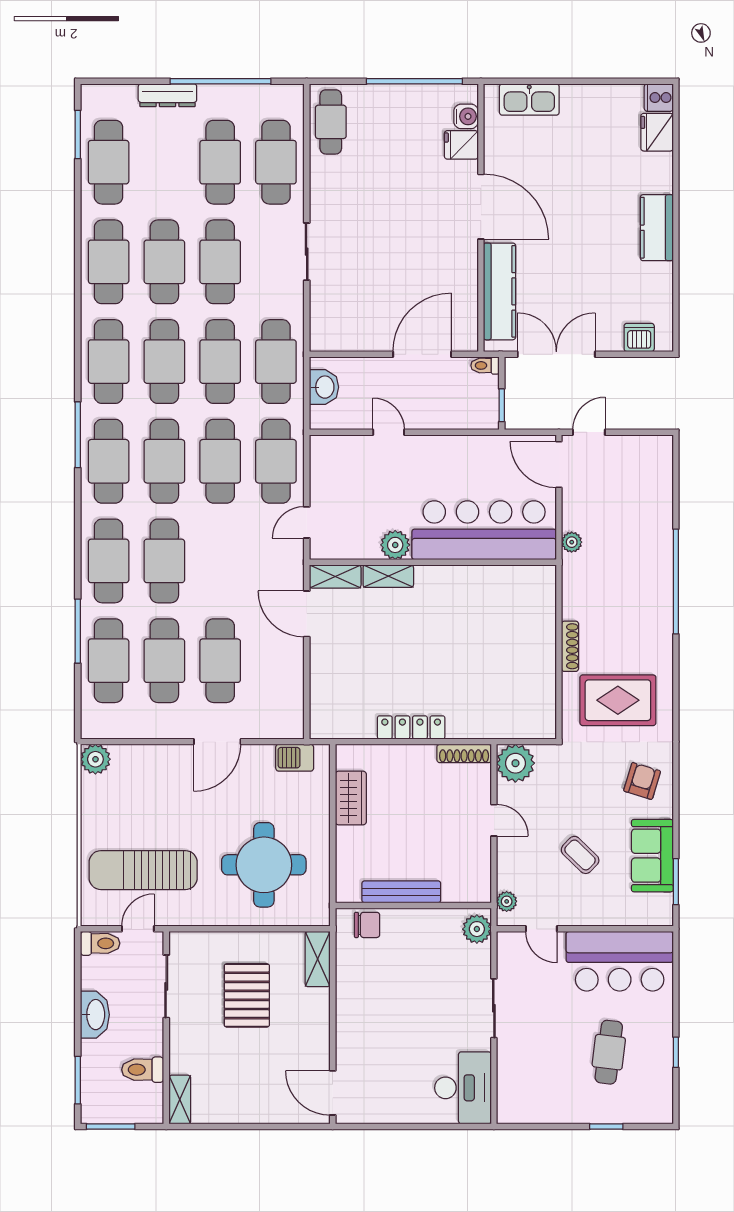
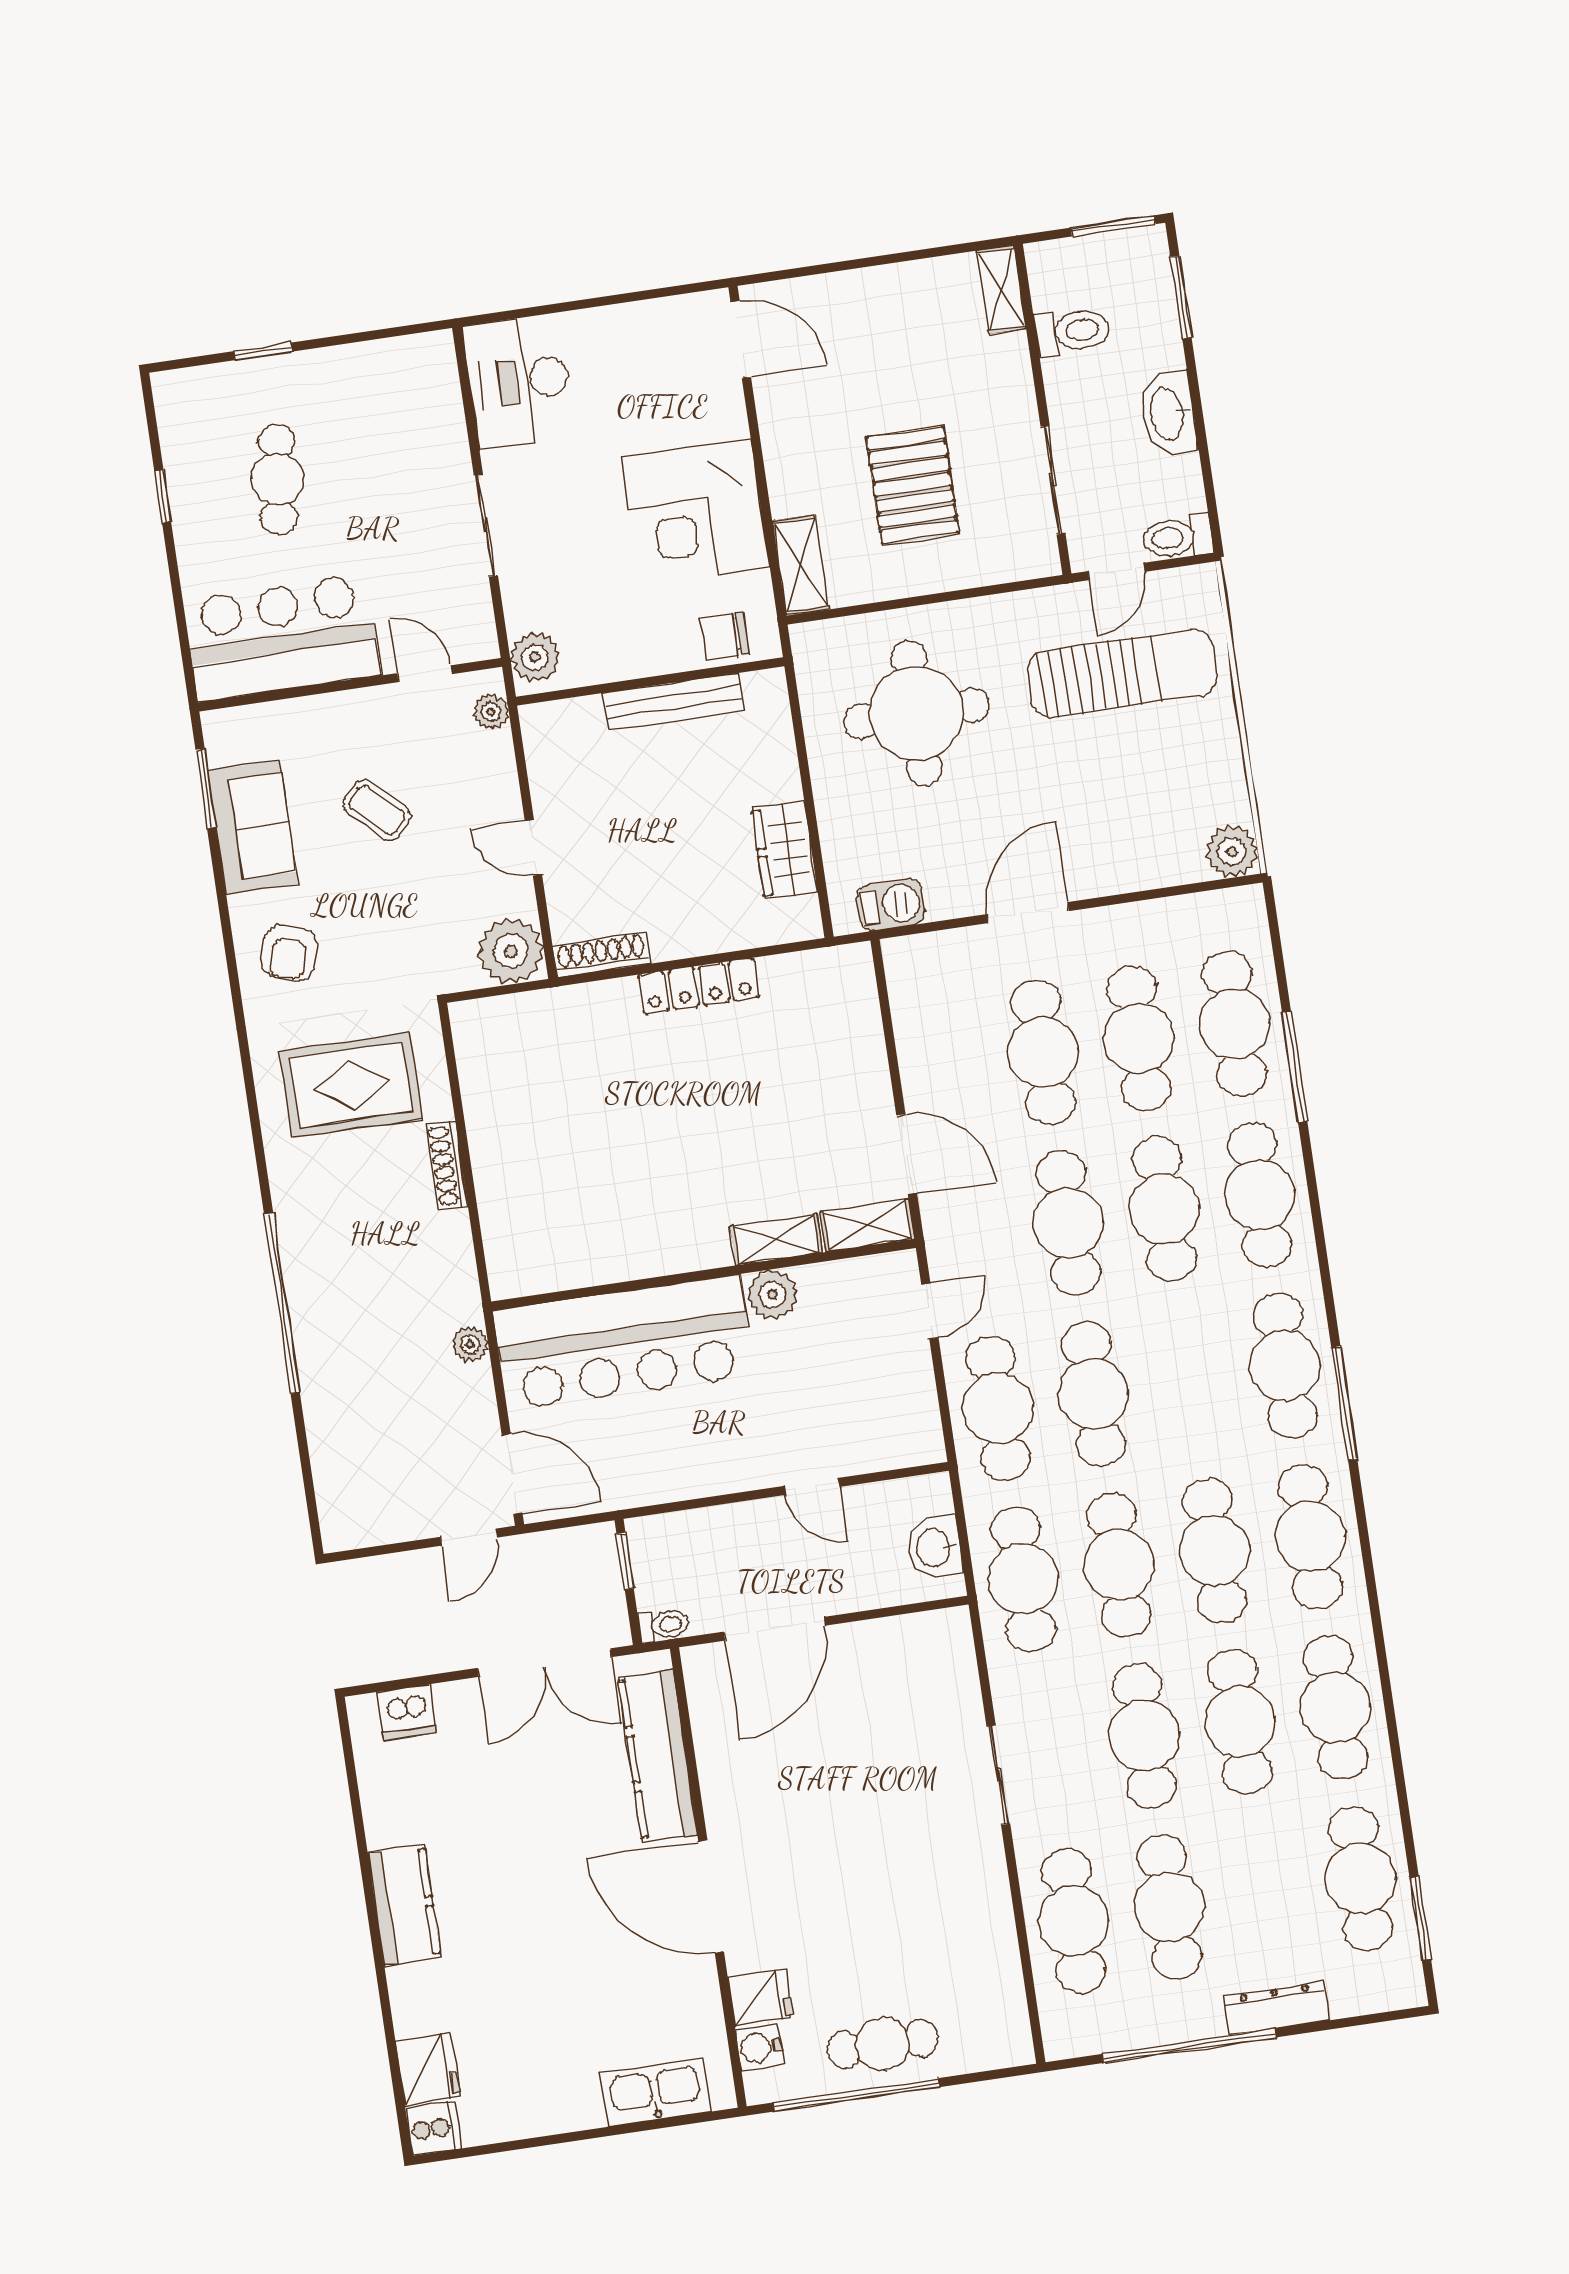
cafe table: (331, 122) -> (883, 2044), moved, turned 90
cafe table: (164, 461) -> (1068, 1223), moved
corner desk: (373, 998) -> (696, 512), added

